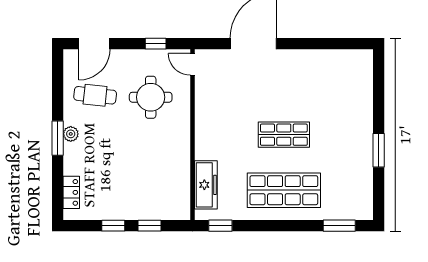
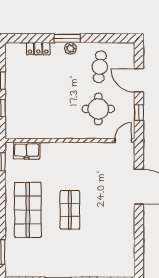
door: (94, 44) -> (139, 80), moved
freezer: (206, 185) -> (27, 151), width x0.71
locker: (71, 192) -> (38, 49), moved

